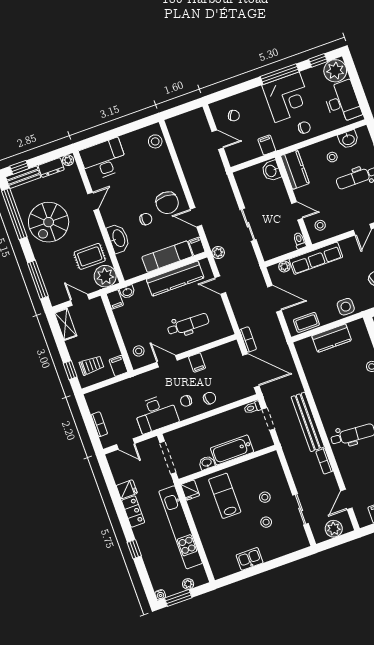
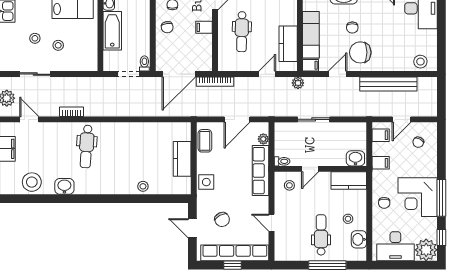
filing cabinet: (240, 155) -> (381, 135), added
kitchen counter: (175, 279) -> (288, 44), width x0.67
bookcase: (248, 340) -> (215, 82), width x1.56
bench: (308, 422) -> (388, 84), moved

